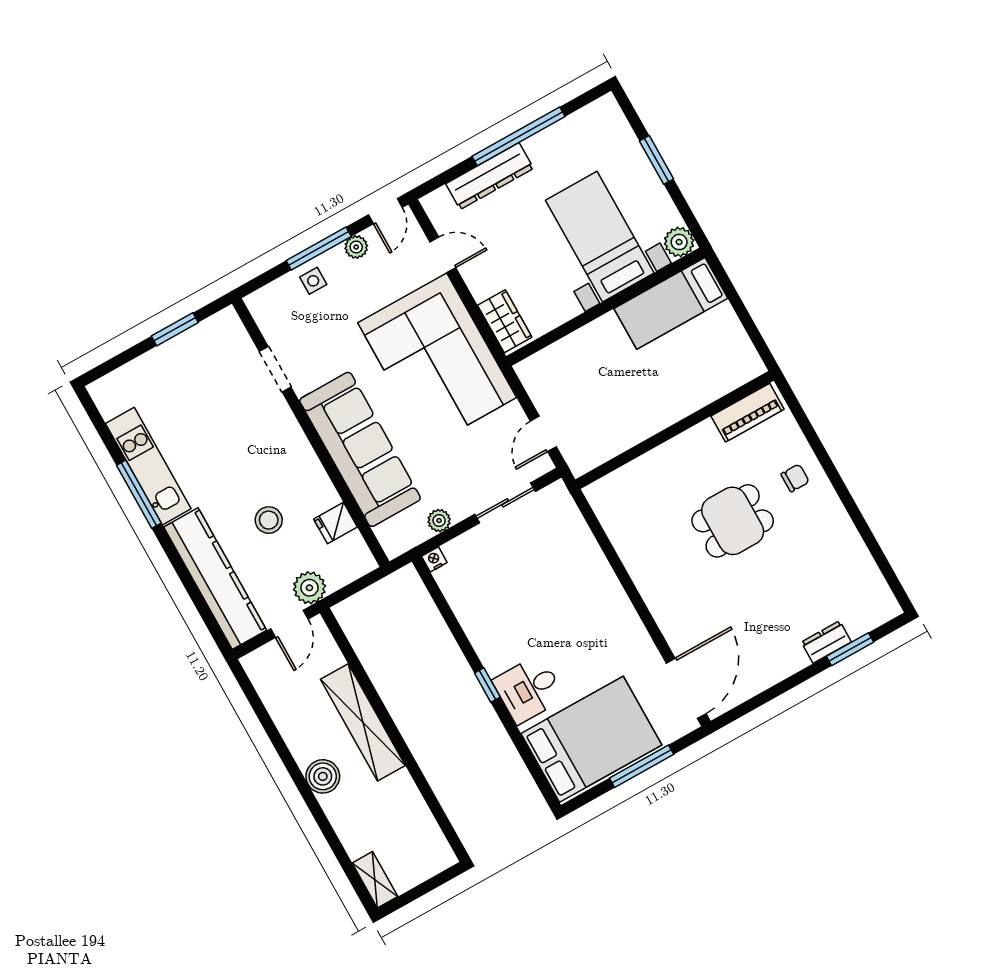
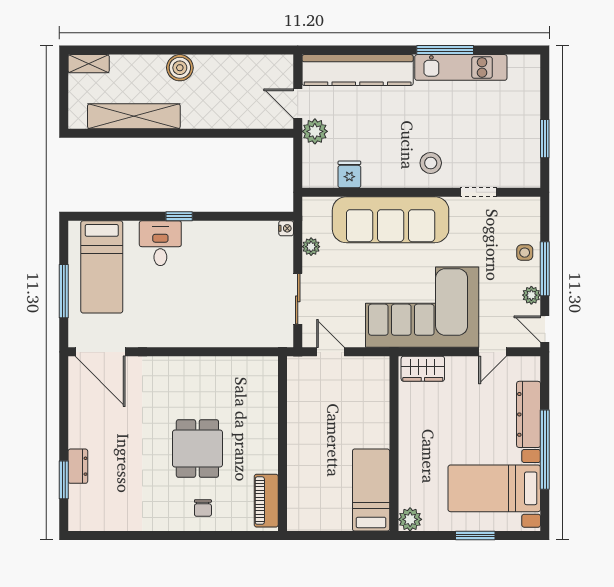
bed with nightstands: (600, 237) -> (494, 488), moved, turned 180
stool: (269, 520) -> (431, 163), moved
shelving: (363, 722) -> (134, 116), moved
bed: (591, 739) -> (102, 267), width x0.67

